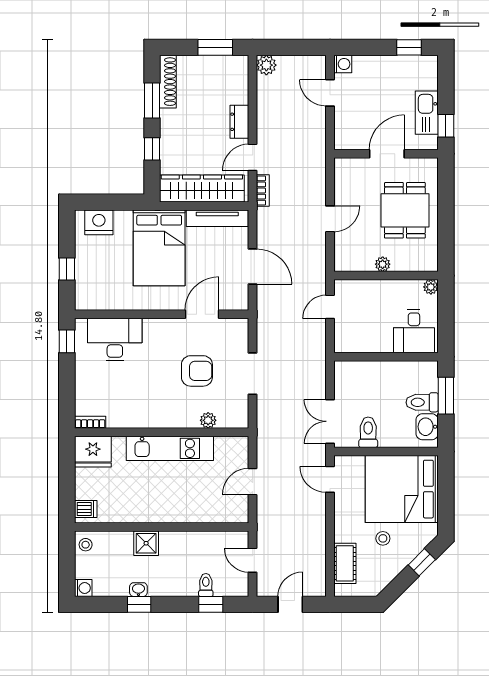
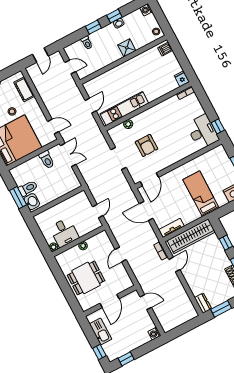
plant: (266, 65) -> (191, 313), removed
door: (330, 93) -> (146, 302), moved
dresser: (239, 122) -> (203, 303), moved
window: (446, 126) -> (99, 352), moved
dining table: (405, 210) -> (86, 278), turned 90
tv unit: (217, 218) -> (172, 228), width x0.71
bed: (159, 248) -> (201, 194), width x0.67
door: (202, 314) -> (149, 179), moved
desk: (414, 331) -> (64, 232), moved, turned 180
desk: (115, 339) -> (203, 132), moved, turned -90
armchair: (197, 371) -> (146, 145), turned -90
washbasin: (427, 427) -> (32, 202), moved
kitchen unit: (170, 448) -> (124, 109), moved
fridge: (93, 452) -> (182, 79), width x0.53, depth x0.75
window: (211, 604) -> (93, 27), moved

